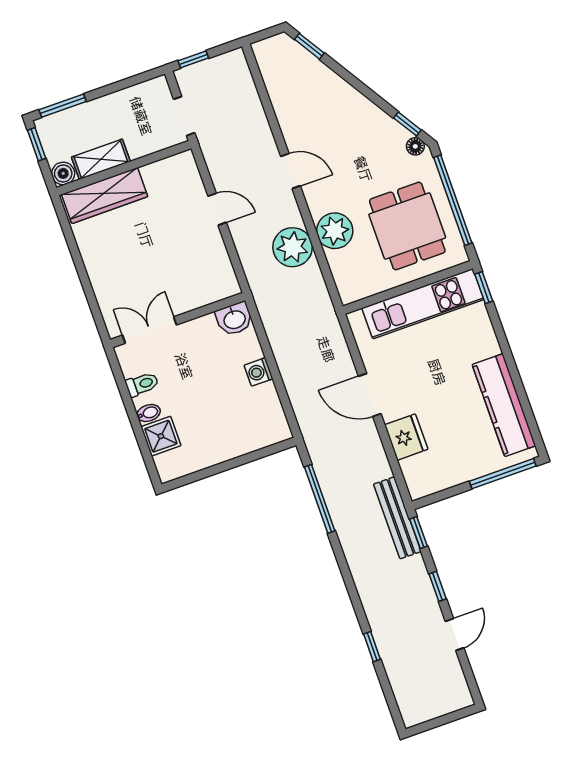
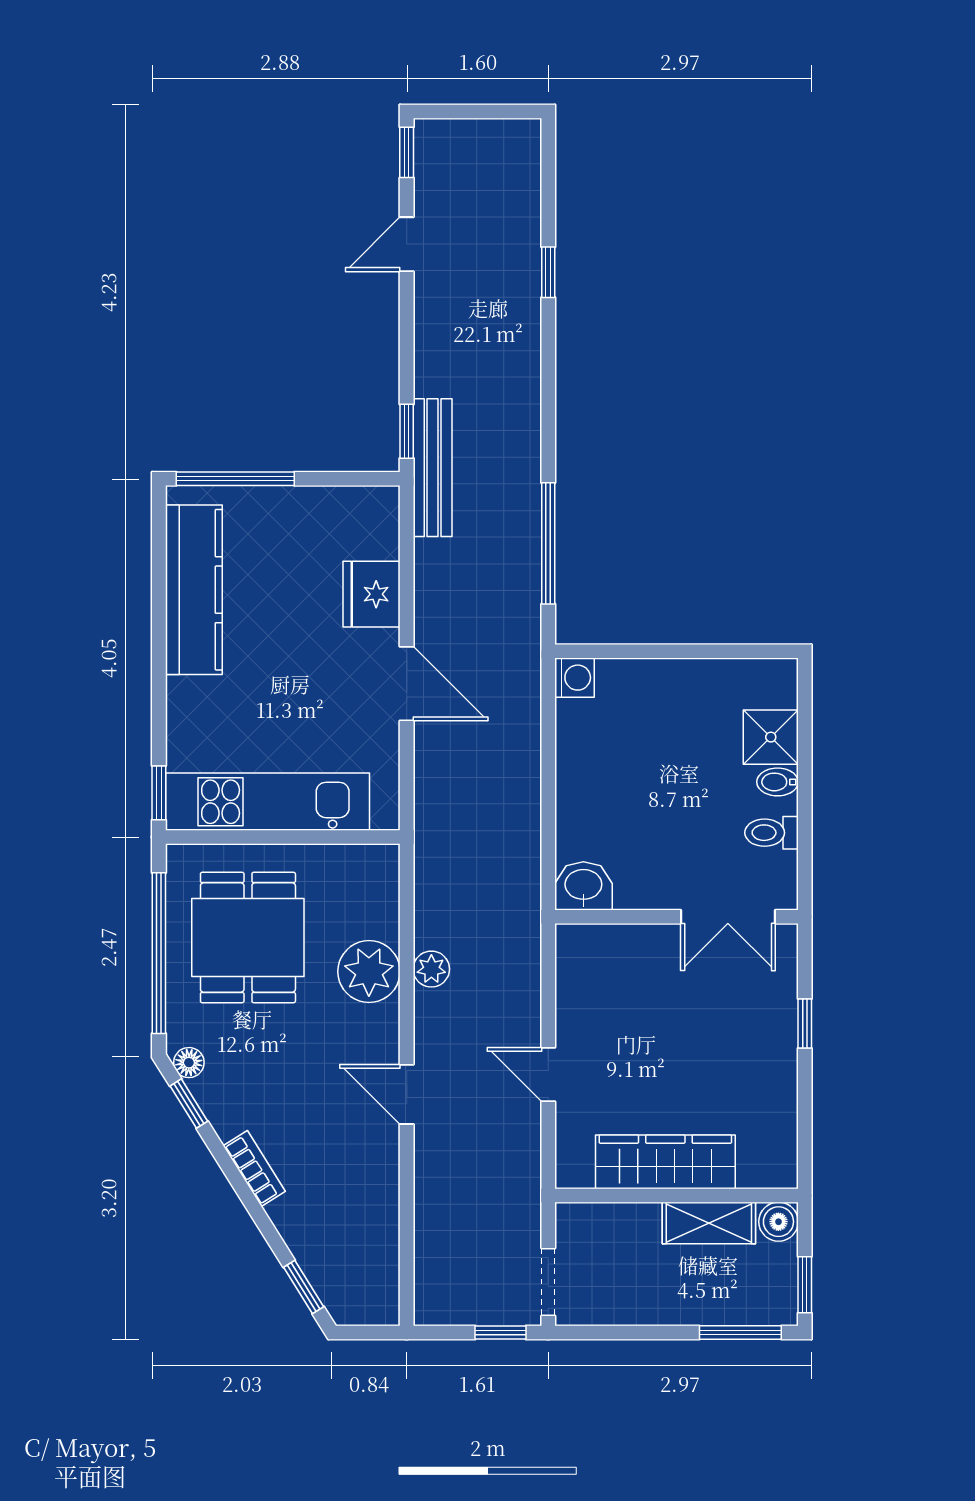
bookcase: (359, 101) -> (254, 1168), added
doorway: (184, 116) -> (548, 1282), moved
wardrobe: (105, 196) -> (665, 1162), moved
plant: (293, 247) -> (431, 969), width x0.53, depth x0.53
window: (87, 287) -> (805, 1024), added
washing machine: (259, 372) -> (575, 678), moved
window: (438, 586) -> (407, 152), moved

